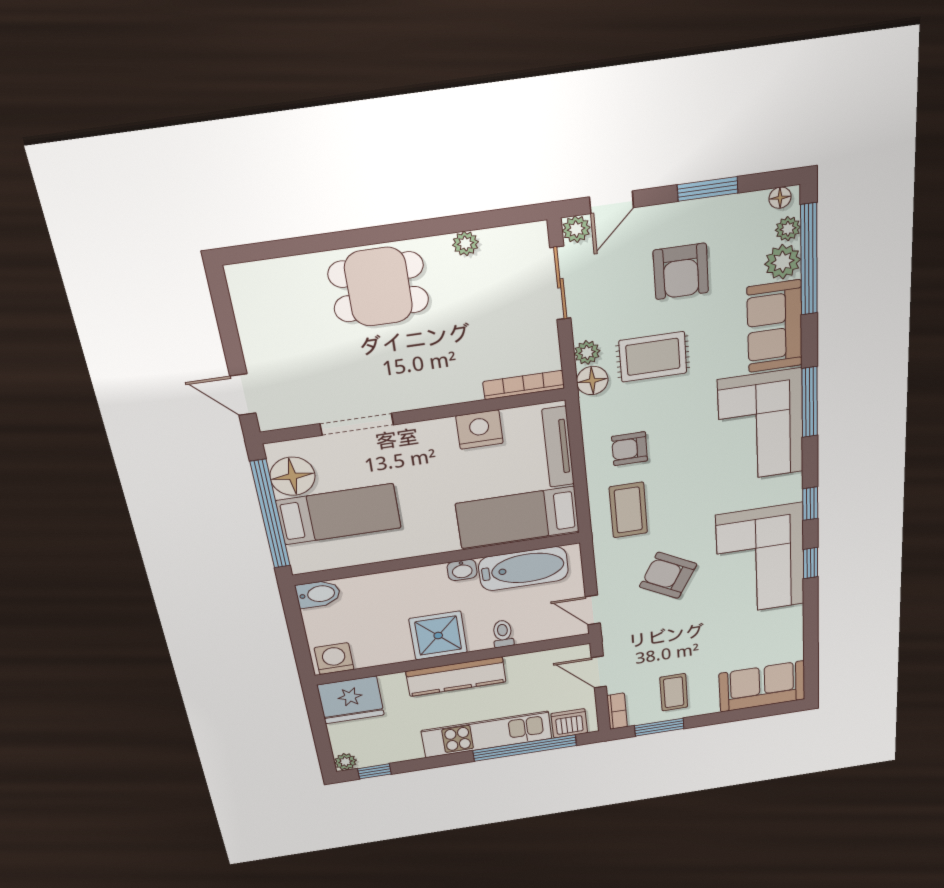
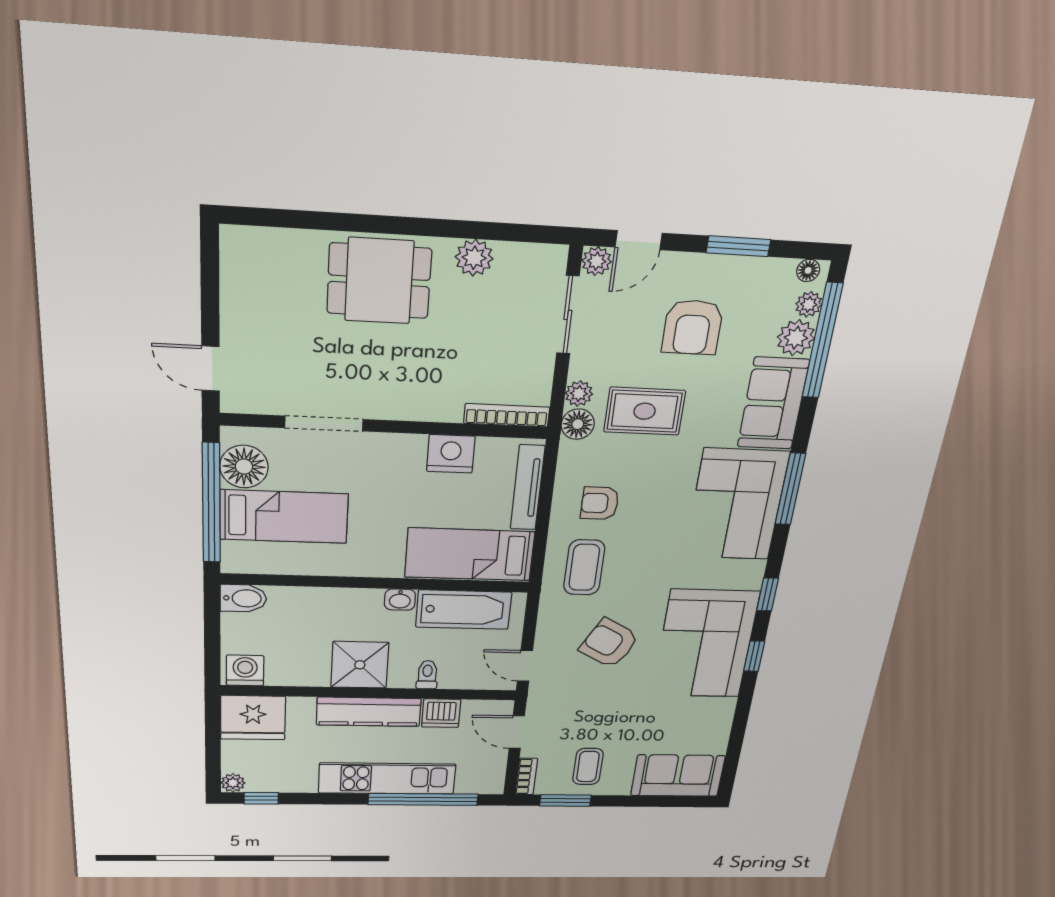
plant: (465, 244) -> (474, 258), width x1.38, depth x1.38
dishwasher: (569, 723) -> (441, 713), moved, turned 180

